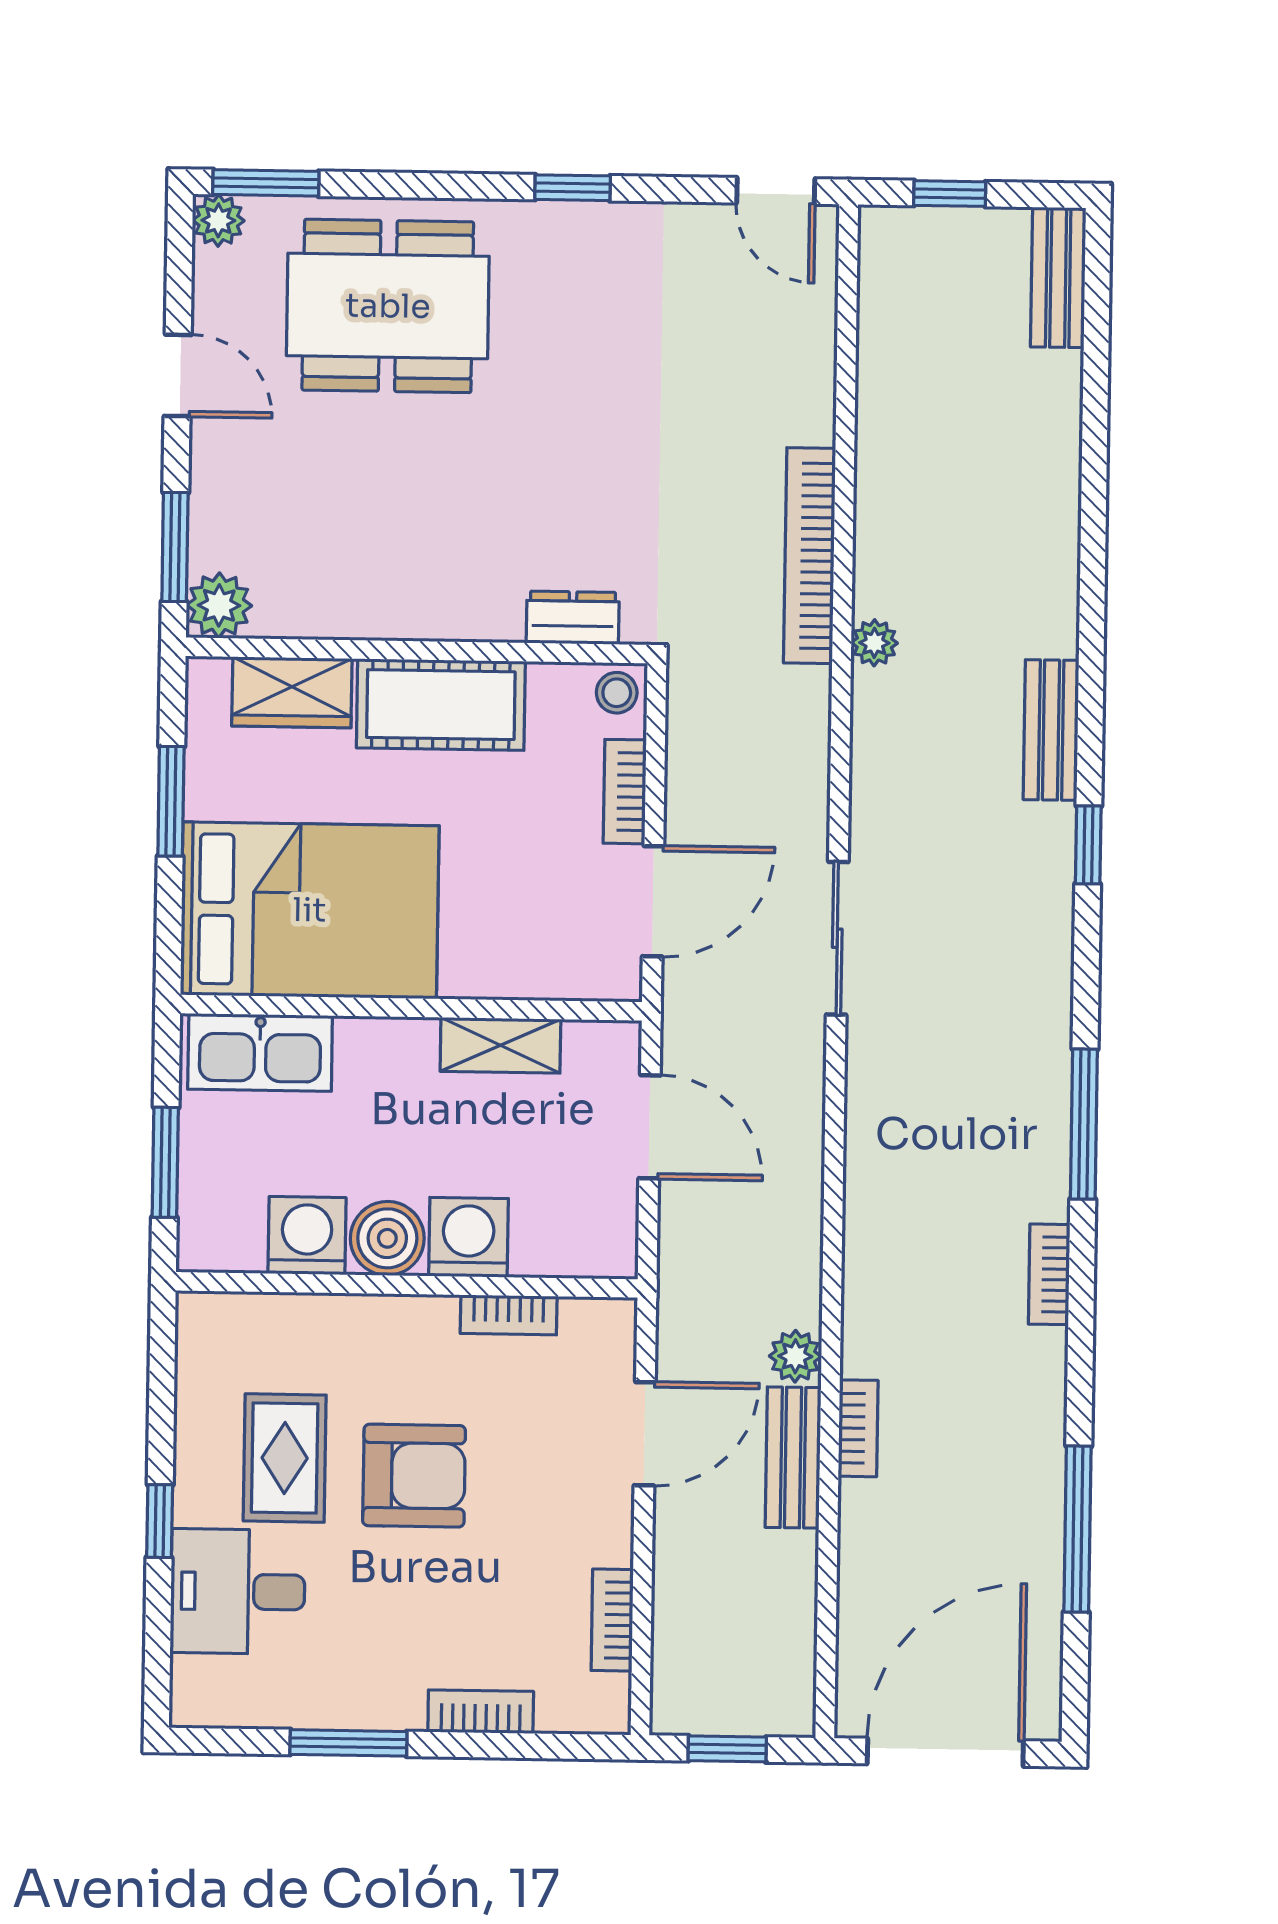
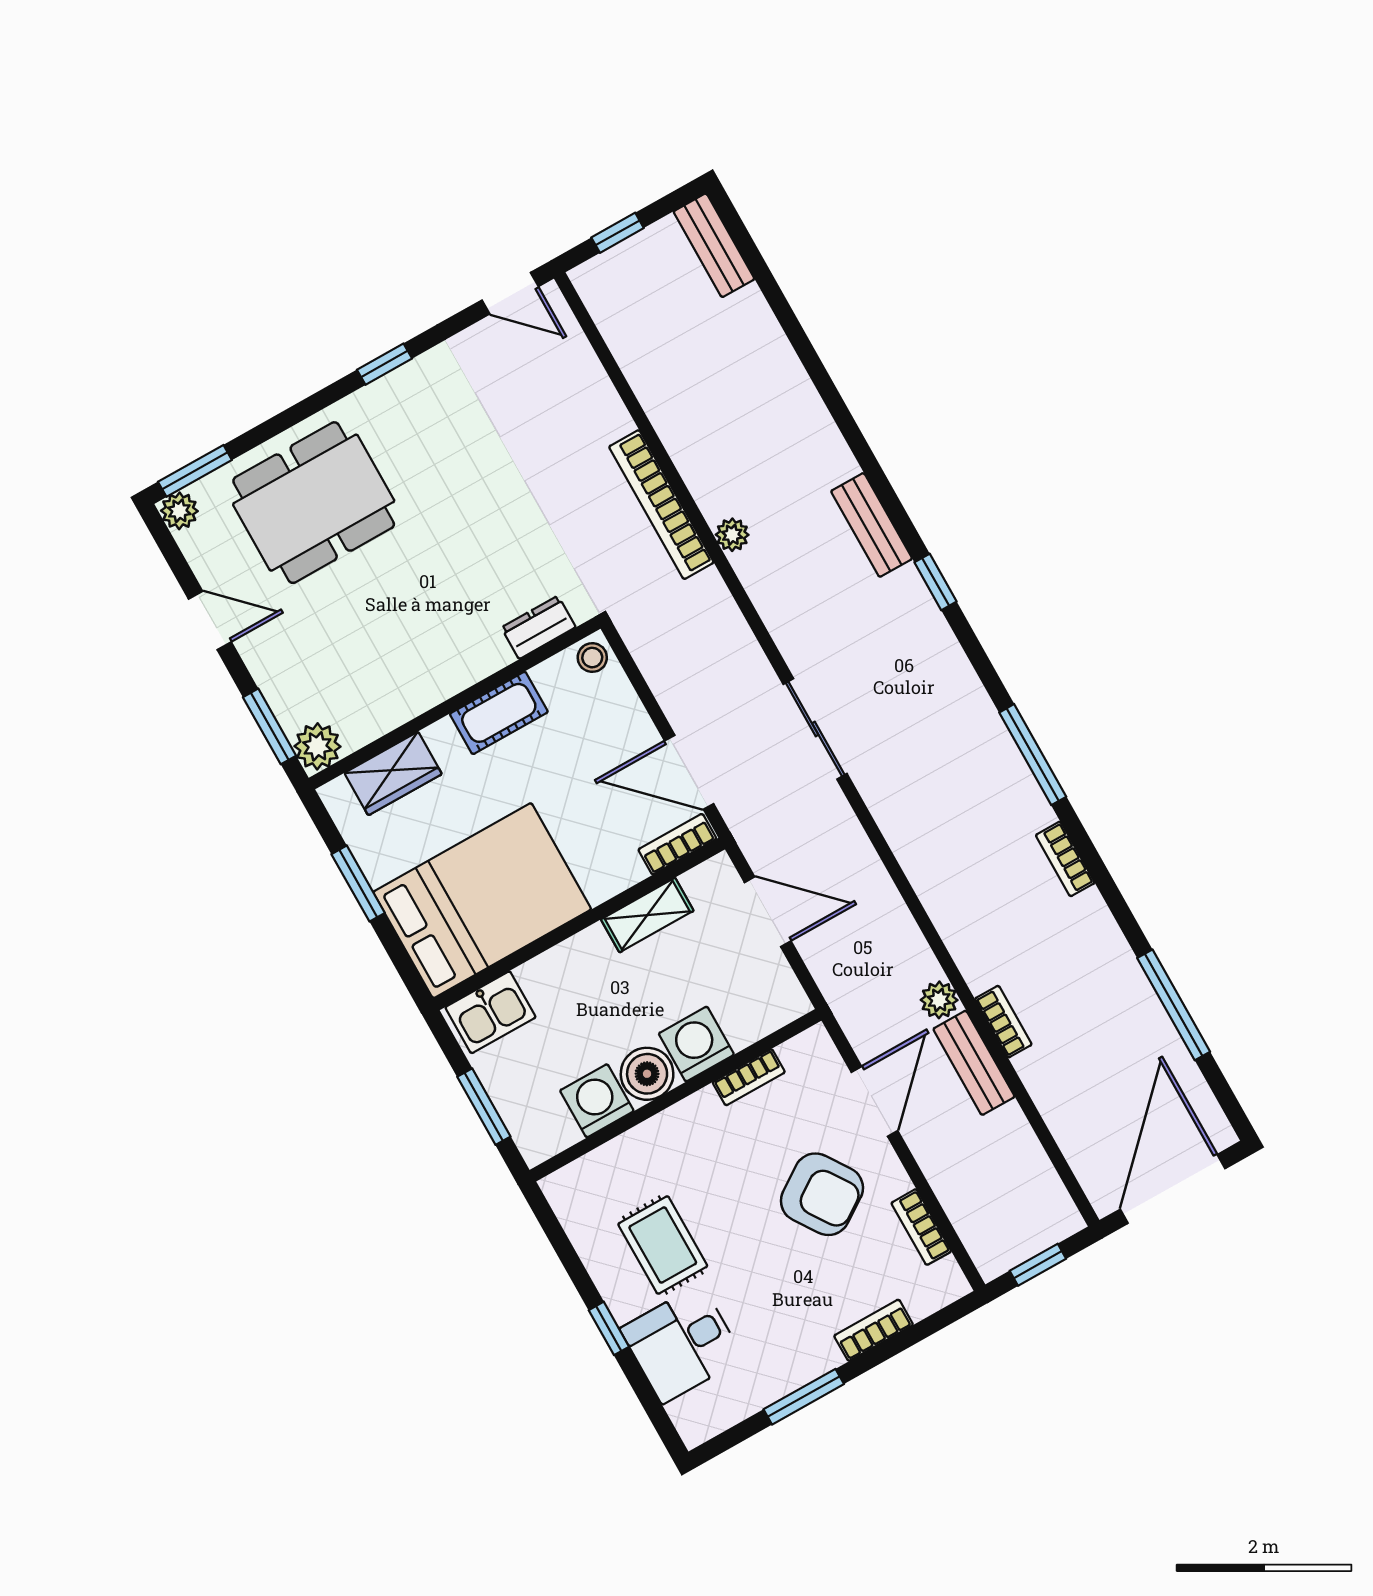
cot: (441, 705) -> (499, 713), width x0.73, depth x0.75
bookcase: (625, 792) -> (677, 844), moved, turned 90
door: (653, 901) -> (689, 772), swing flipped
kitchen sink: (260, 1052) -> (490, 1012), width x0.73
armchair: (414, 1476) -> (822, 1194), moved, turned 56

